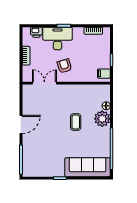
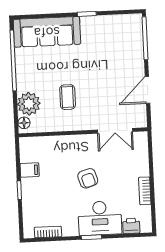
double door: (44, 83) -> (115, 131), moved
wall: (66, 83) -> (83, 132), moved

